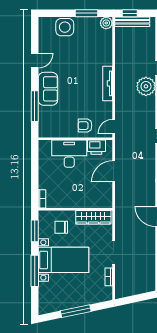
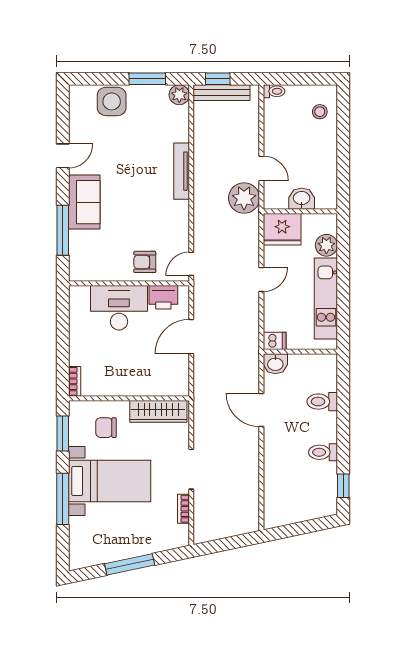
tv unit: (108, 83) -> (182, 171), moved

